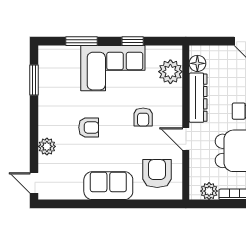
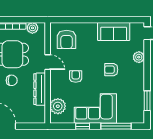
window: (82, 41) -> (116, 126), width x1.44
floor lamp: (197, 63) -> (40, 112), removed
sofa: (108, 186) -> (114, 31), moved

